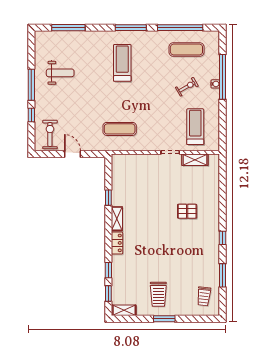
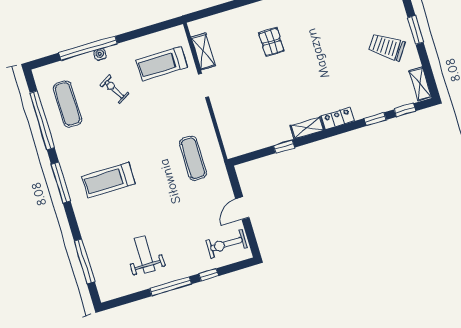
trolley: (158, 294) -> (387, 47), turned -146

